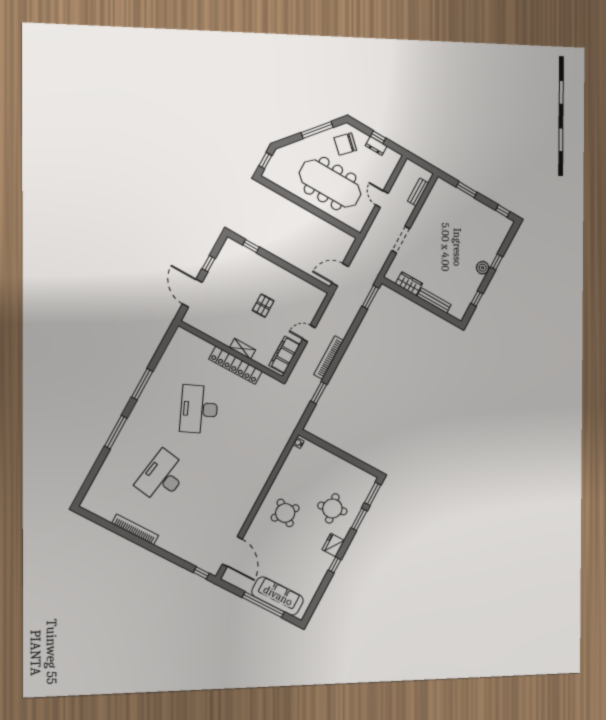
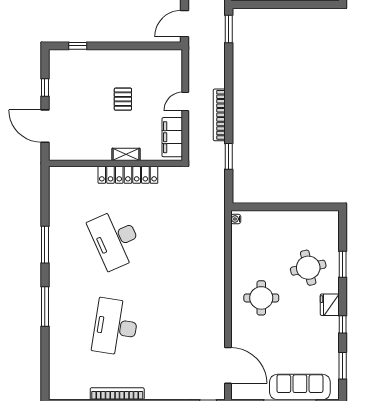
window: (373, 494) -> (343, 366), moved
round table: (285, 513) -> (261, 298), turned -38

